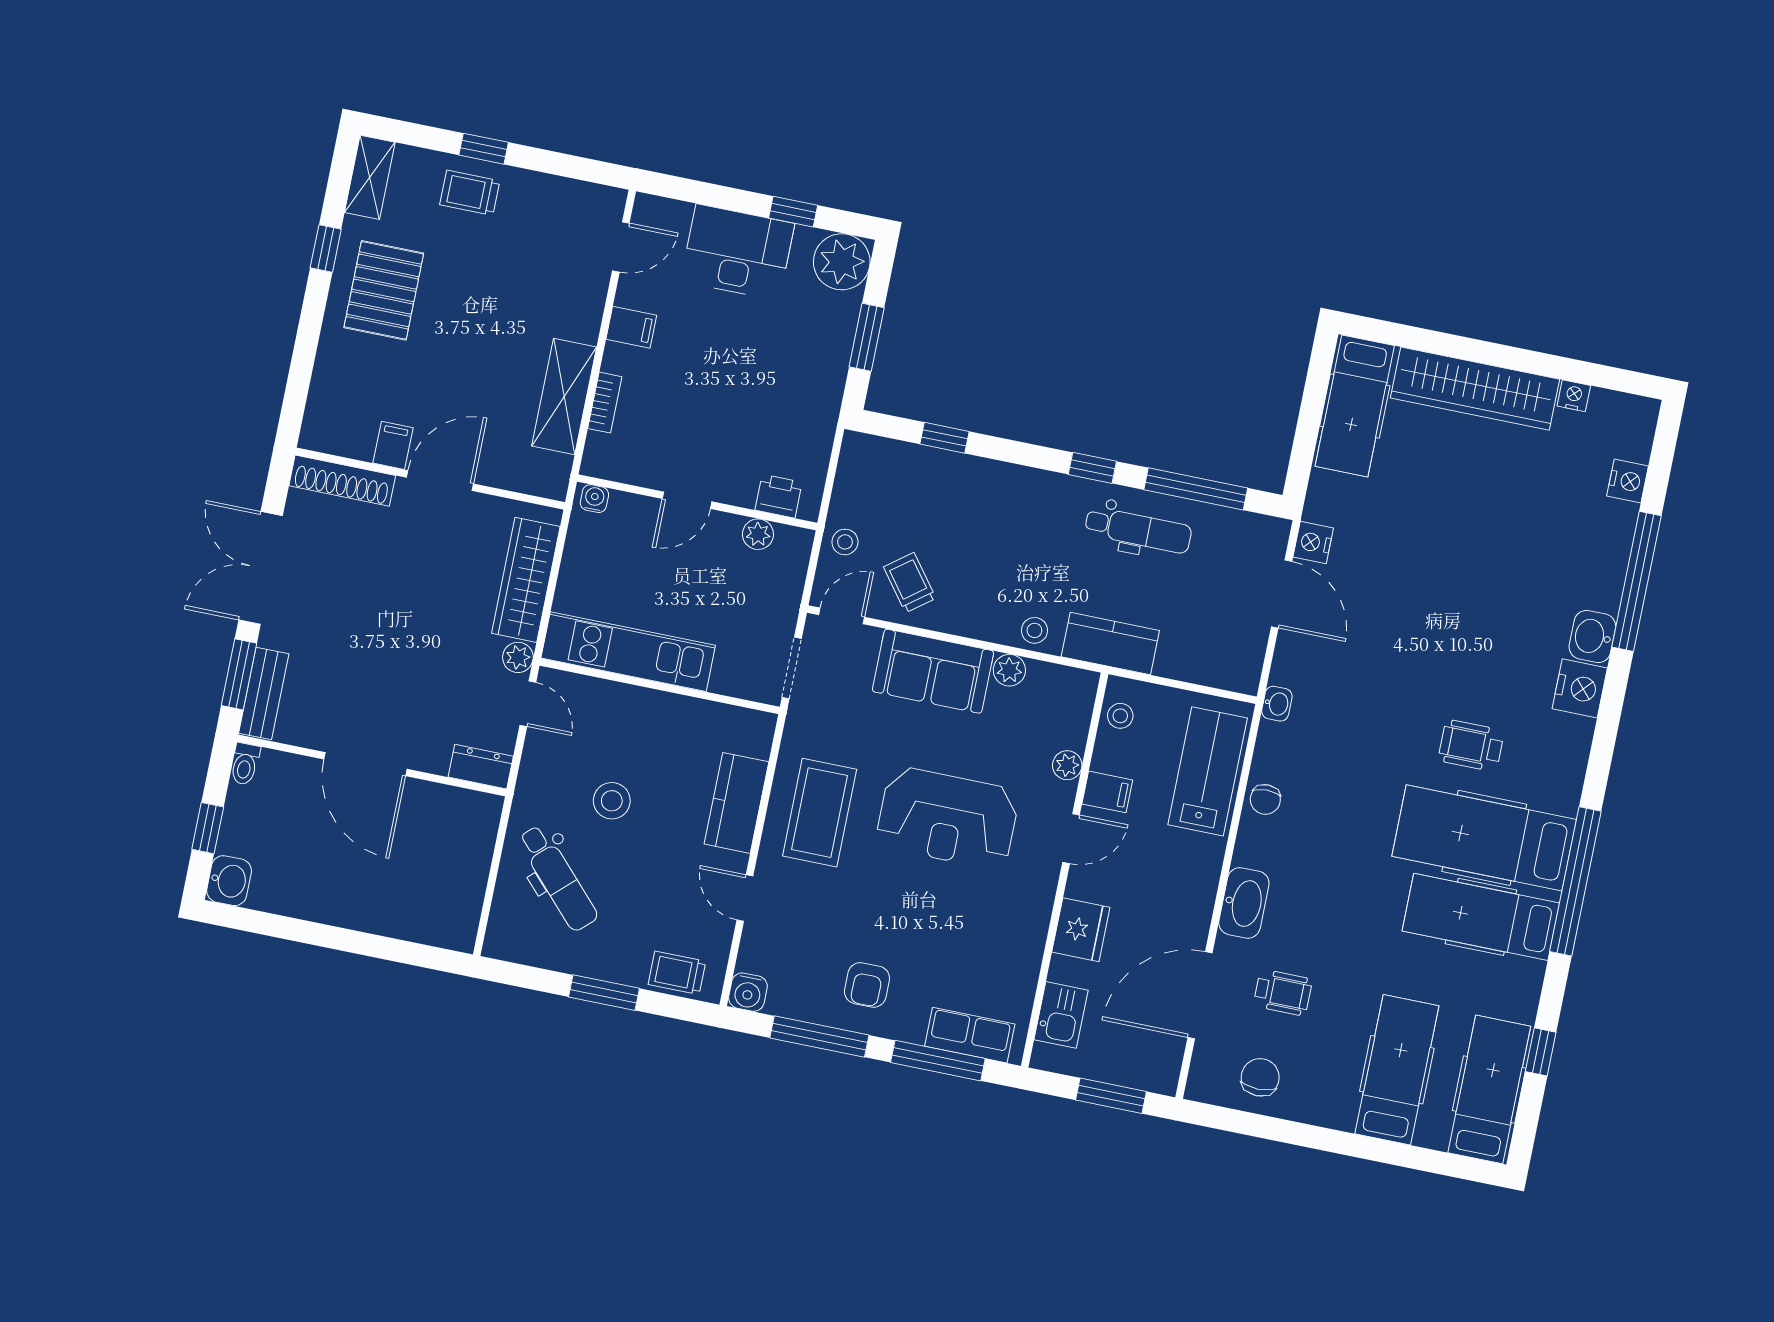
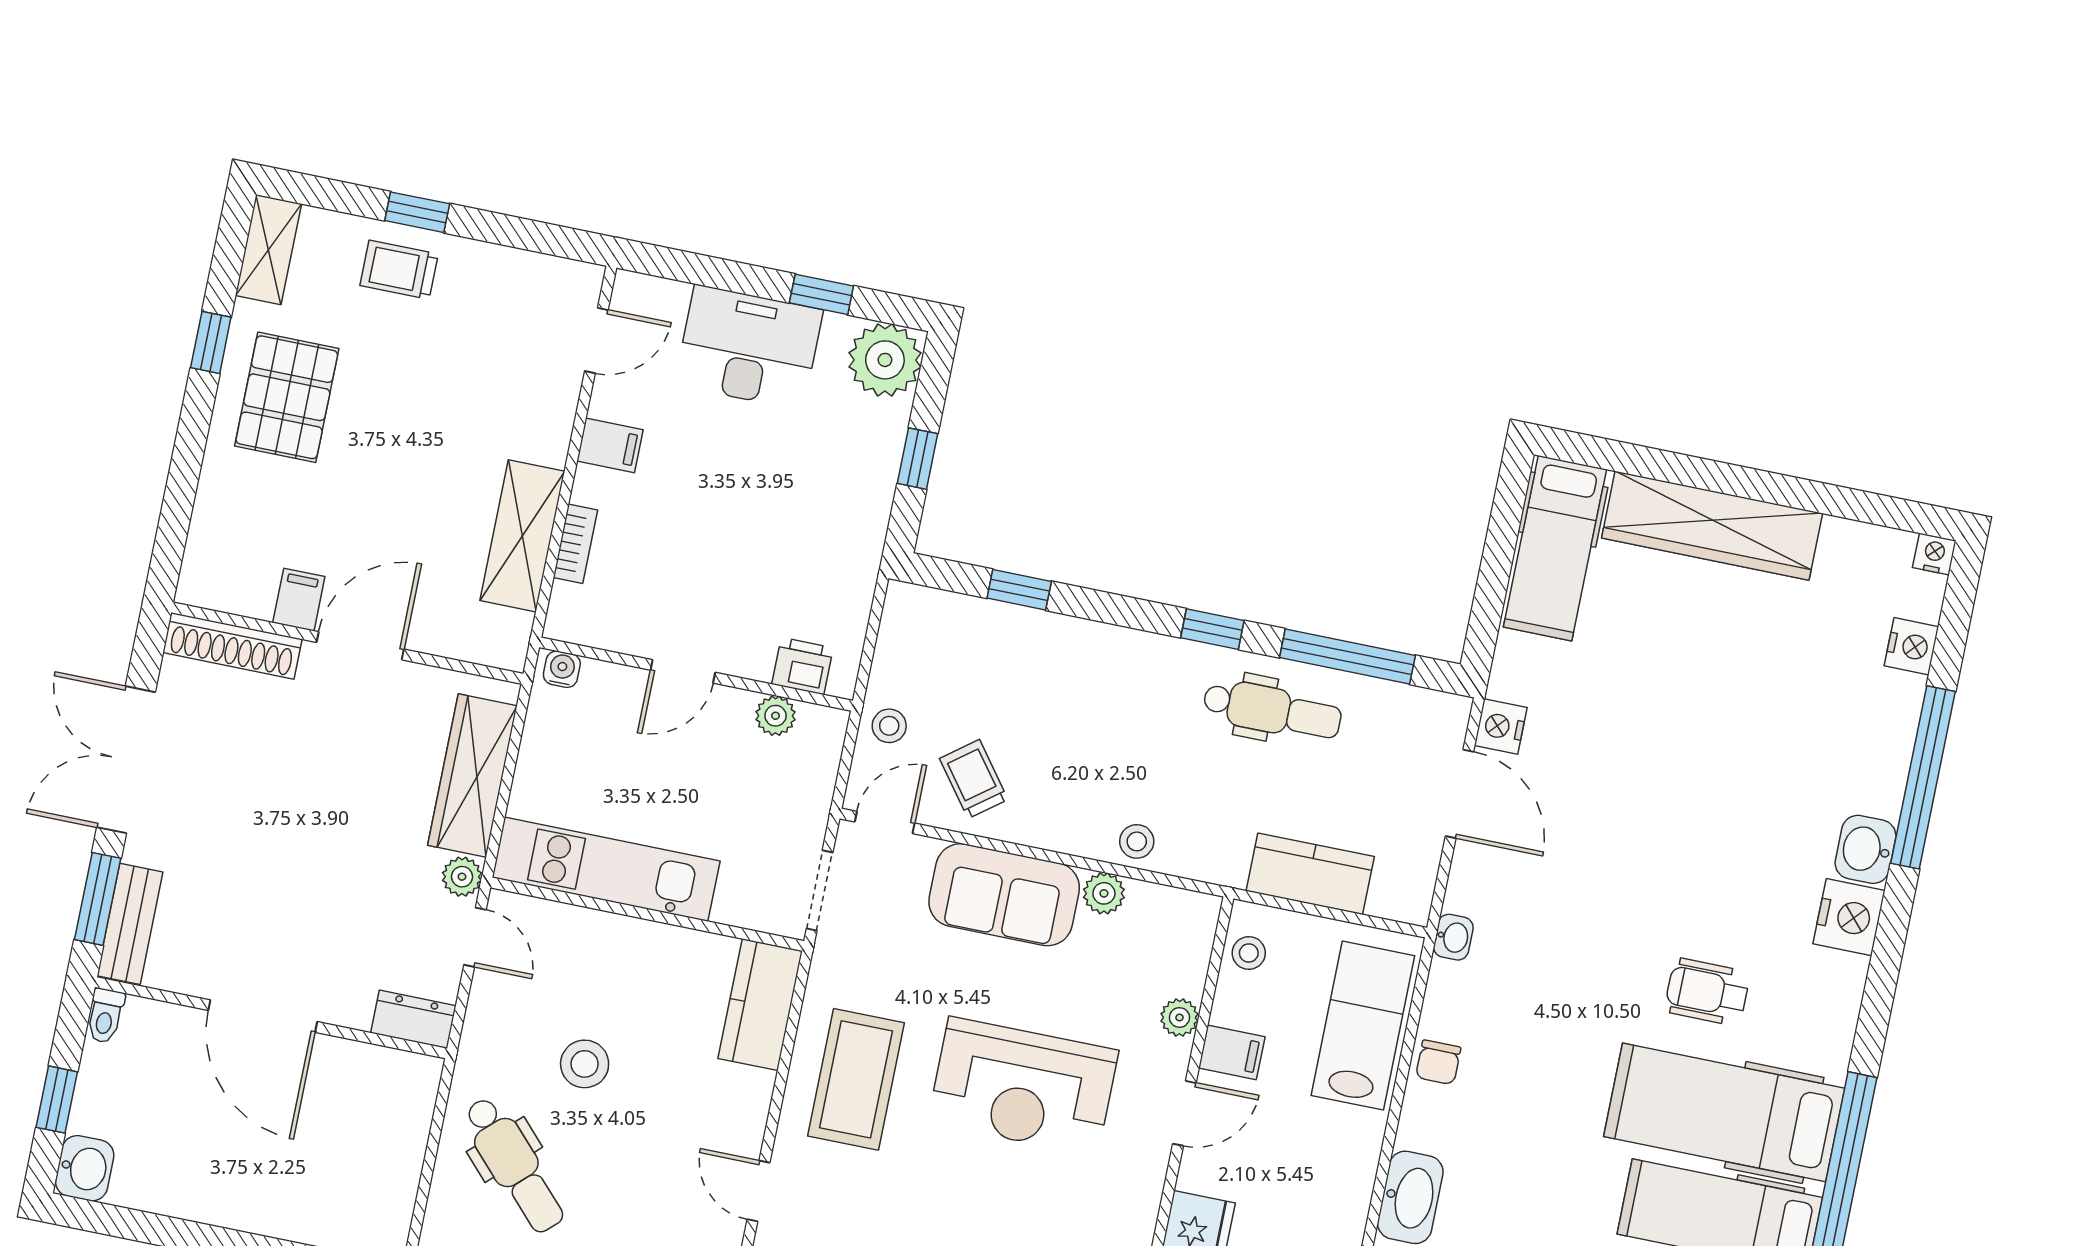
window: (867, 337) -> (917, 459), width x0.67
nightstand: (1574, 396) -> (1934, 554), moved
kitchen counter: (1110, 644) -> (1310, 874), moved
kitchen counter: (737, 803) -> (760, 1005), moved

